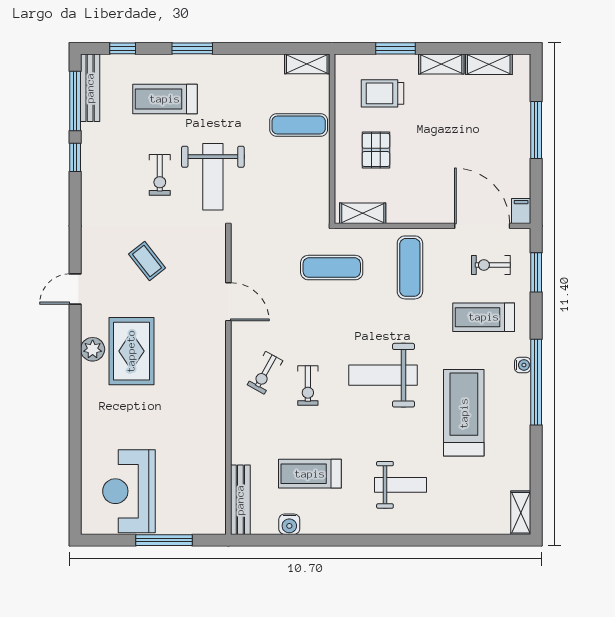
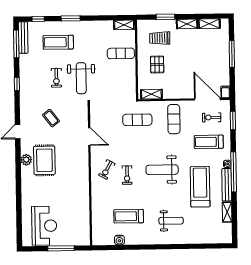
window: (75, 157) -> (17, 84), moved
reception desk: (129, 491) -> (44, 226), turned 180
bench: (240, 500) -> (227, 185), moved
shelving: (521, 513) -> (227, 212), moved

